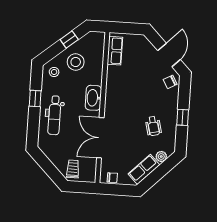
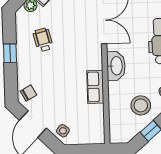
side table: (144, 47) -> (63, 131), added
row of seats: (115, 51) -> (95, 87), moved

